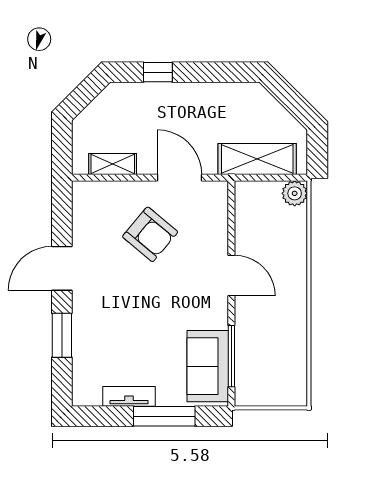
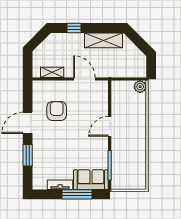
shelving: (257, 159) -> (103, 40), moved
armchair: (150, 234) -> (57, 111), moved, turned -130
door: (231, 276) -> (110, 126), swing flipped
sofa: (208, 366) -> (91, 180), moved, turned 90

